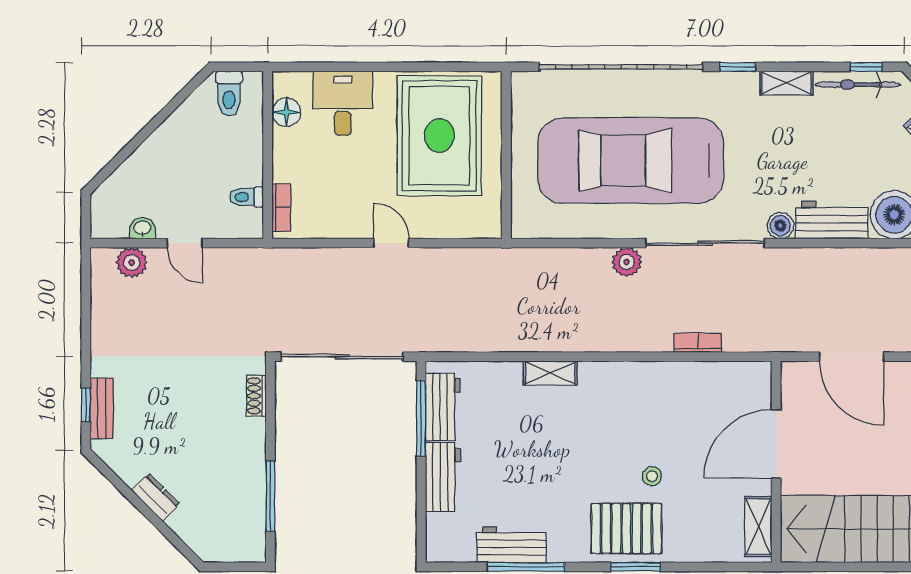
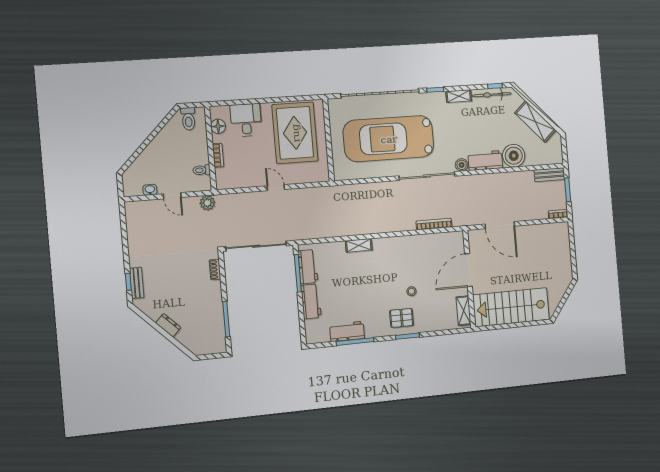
bookcase: (281, 207) -> (218, 155), moved
plant: (627, 262) -> (391, 188), removed
plant: (132, 263) -> (207, 203), moved
bookcase: (698, 343) -> (434, 224), width x1.56
pallet: (626, 528) -> (402, 318), width x0.67, depth x0.71

